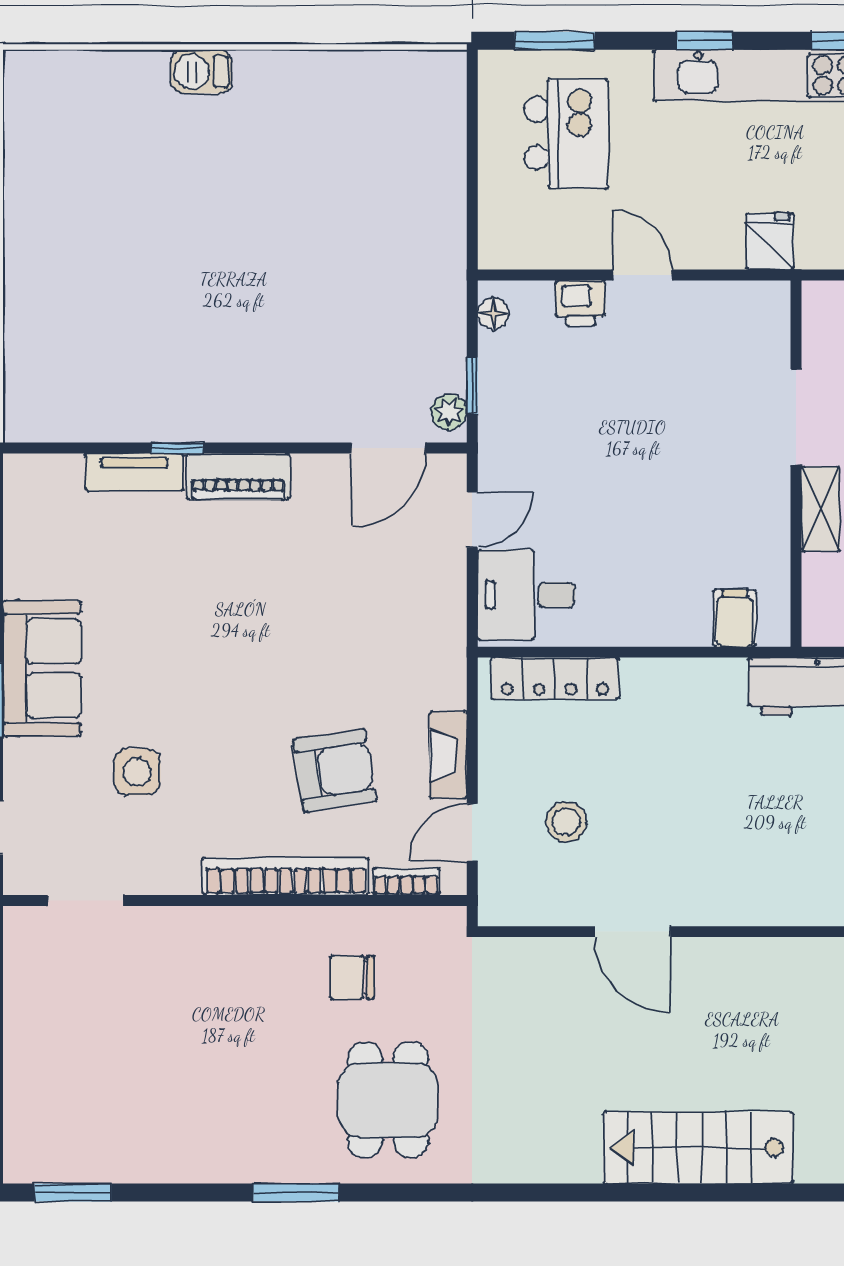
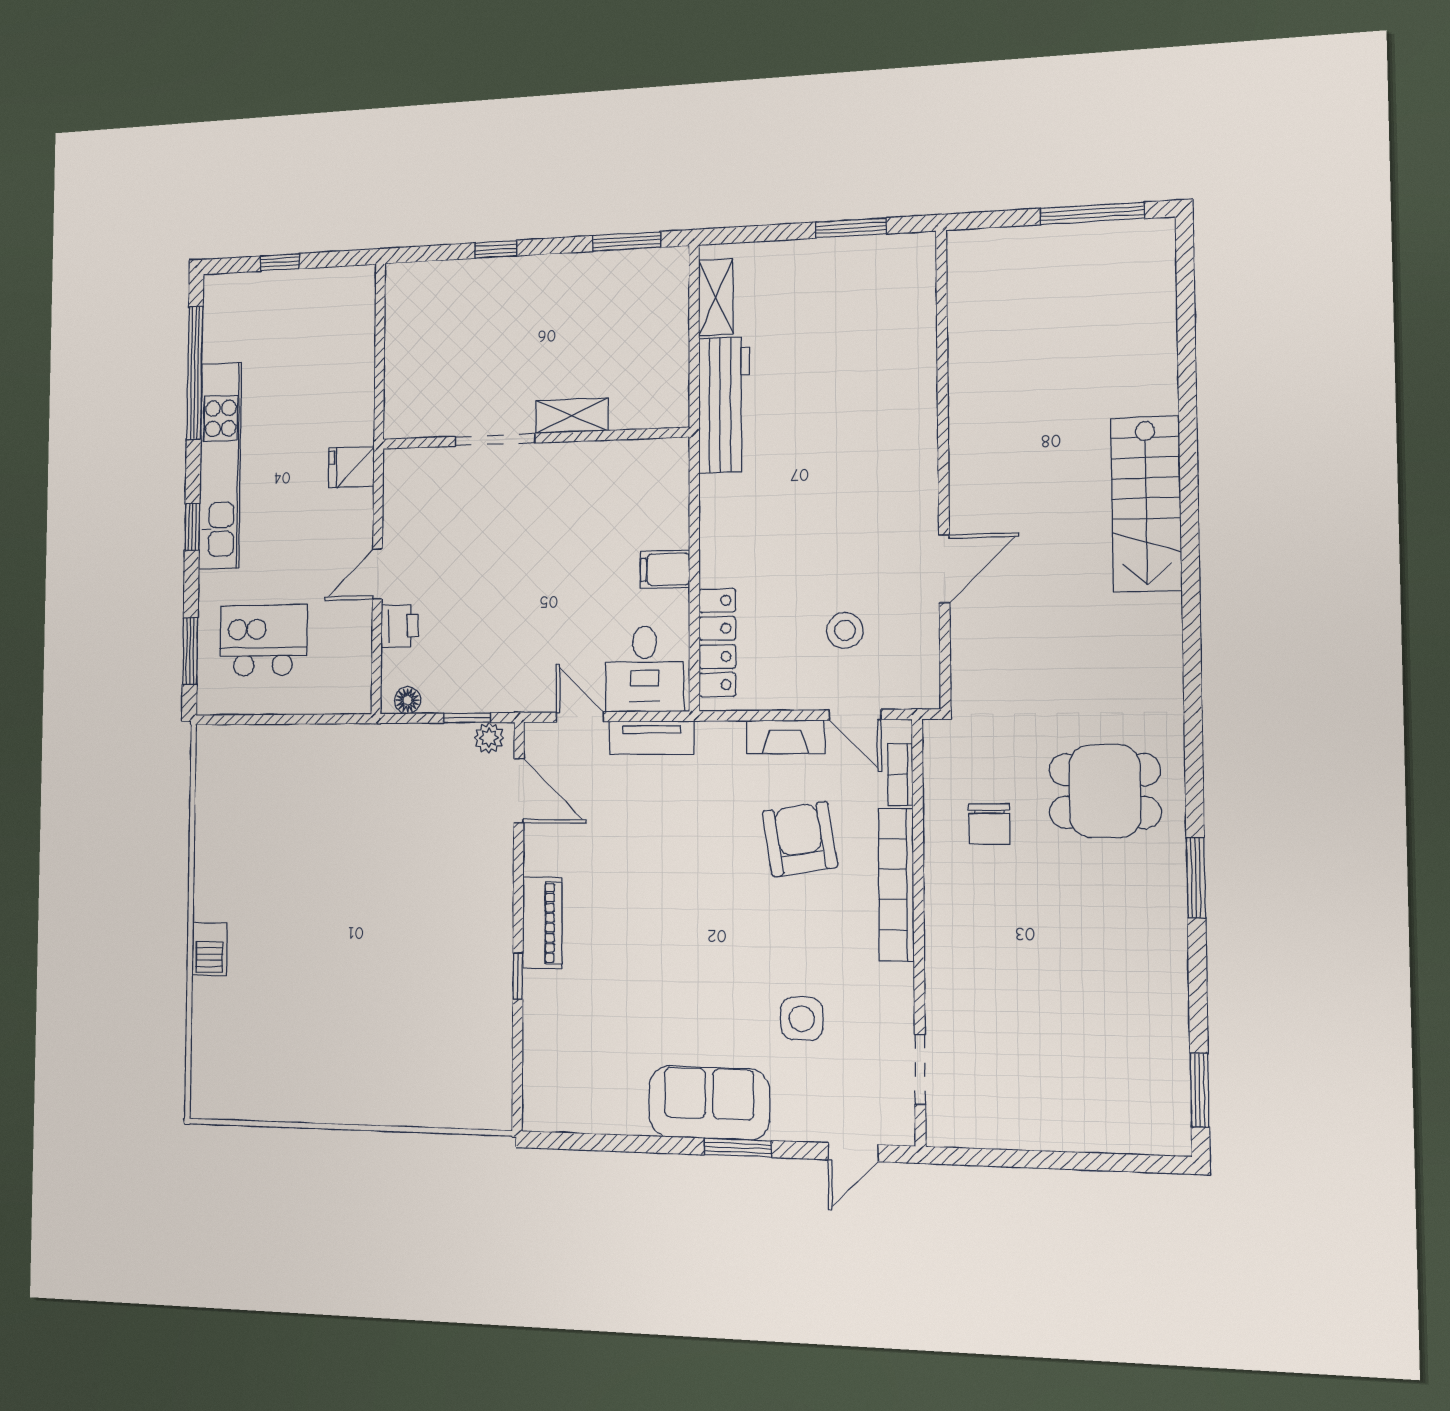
tv unit: (134, 472) -> (651, 738), moved, turned 90
filing cabinet: (735, 618) -> (665, 569), moved

